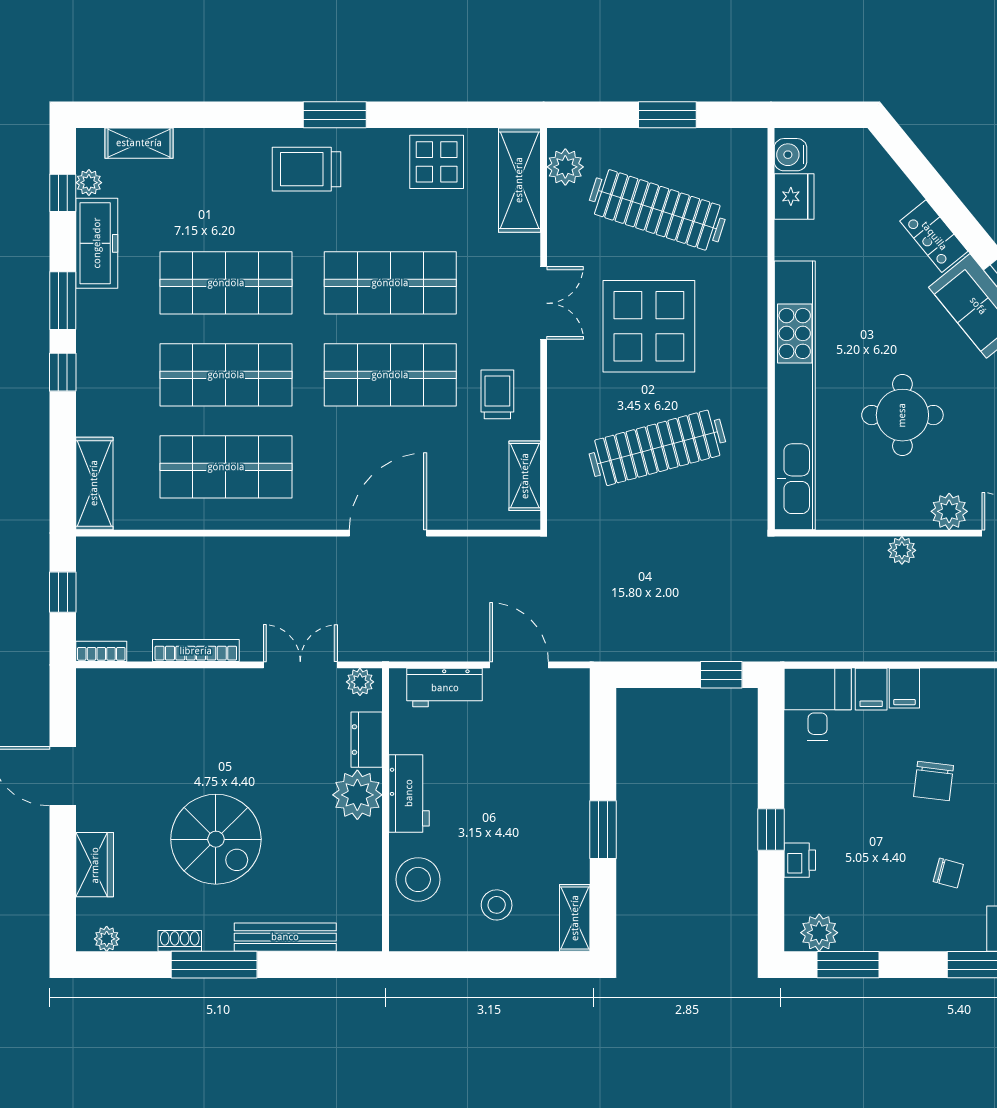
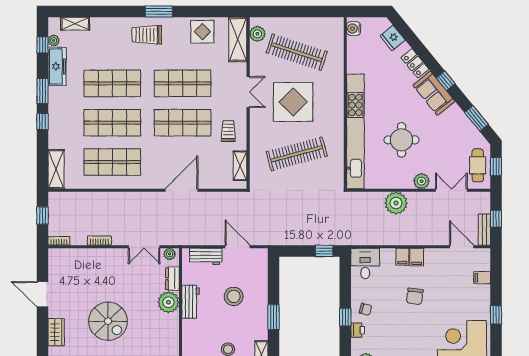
window: (667, 115) -> (301, 11), removed
fridge: (794, 196) -> (393, 38), moved, turned 141
plant: (902, 550) -> (396, 203), width x1.87, depth x1.87
bookcase: (196, 651) -> (99, 241), width x0.64
double door: (300, 665) -> (144, 247), swing flipped
filing cabinet: (871, 689) -> (417, 257), moved
chair: (948, 873) -> (365, 309), moved
stool: (418, 879) -> (234, 296), moved

